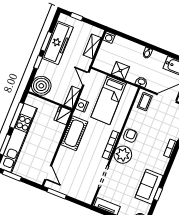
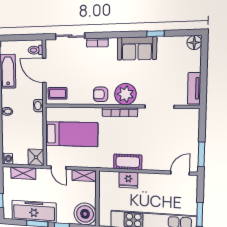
shower: (120, 71) -> (36, 157), moved
door: (86, 79) -> (59, 168), hinge flipped
nightstand: (82, 105) -> (89, 162), removed
fridge: (63, 115) -> (128, 180), moved
cot: (74, 133) -> (128, 162), width x0.73, depth x0.75
sofa: (149, 187) -> (137, 48), moved

